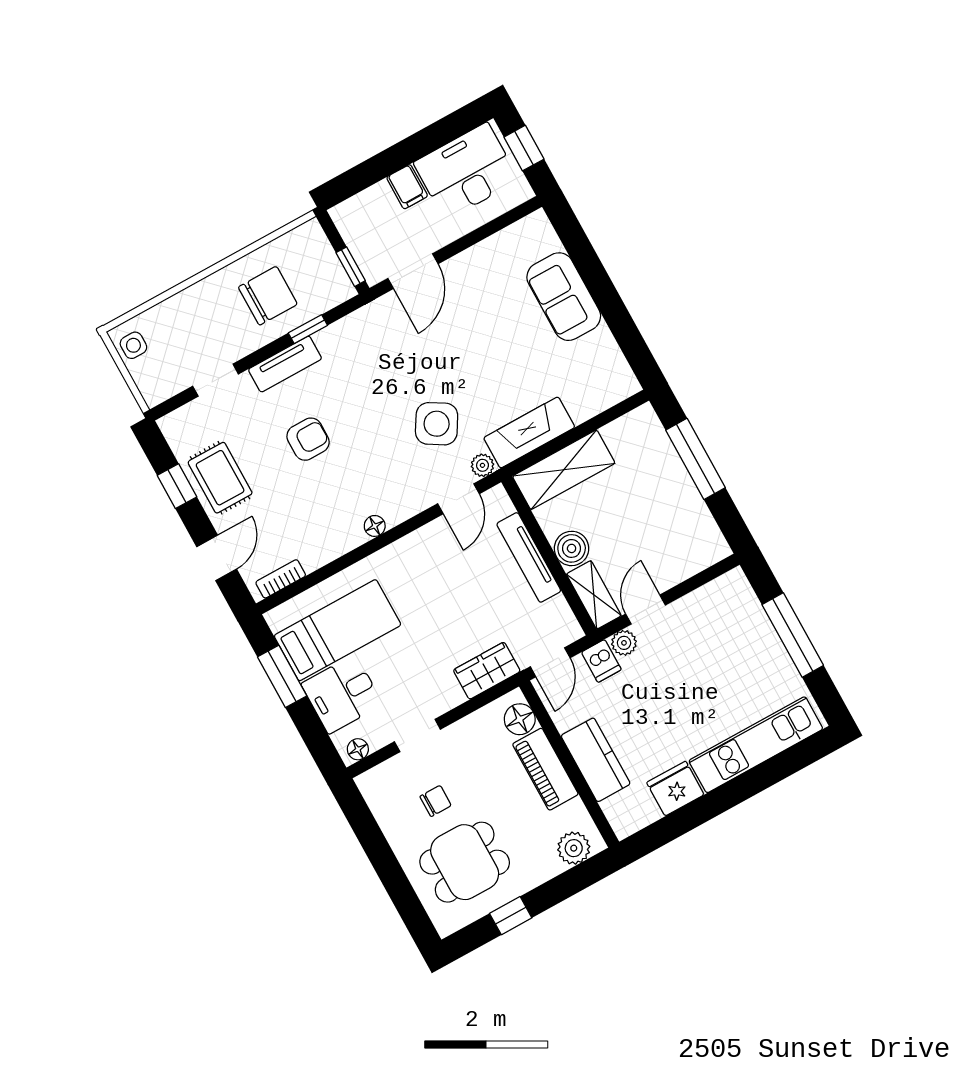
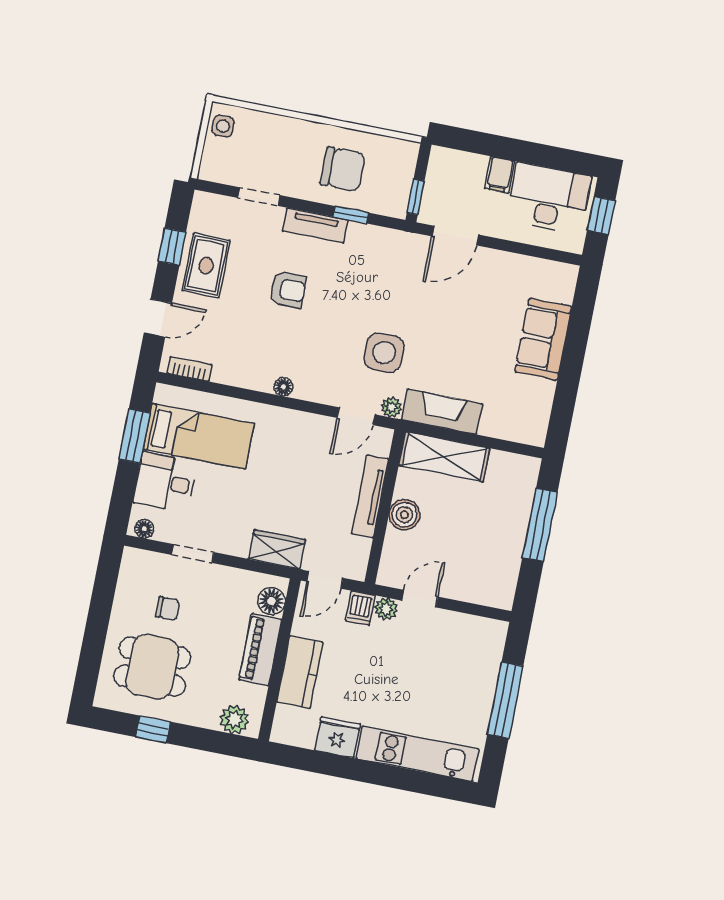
side table: (437, 424) -> (384, 353), turned -31
shelving: (594, 595) -> (393, 559), removed

